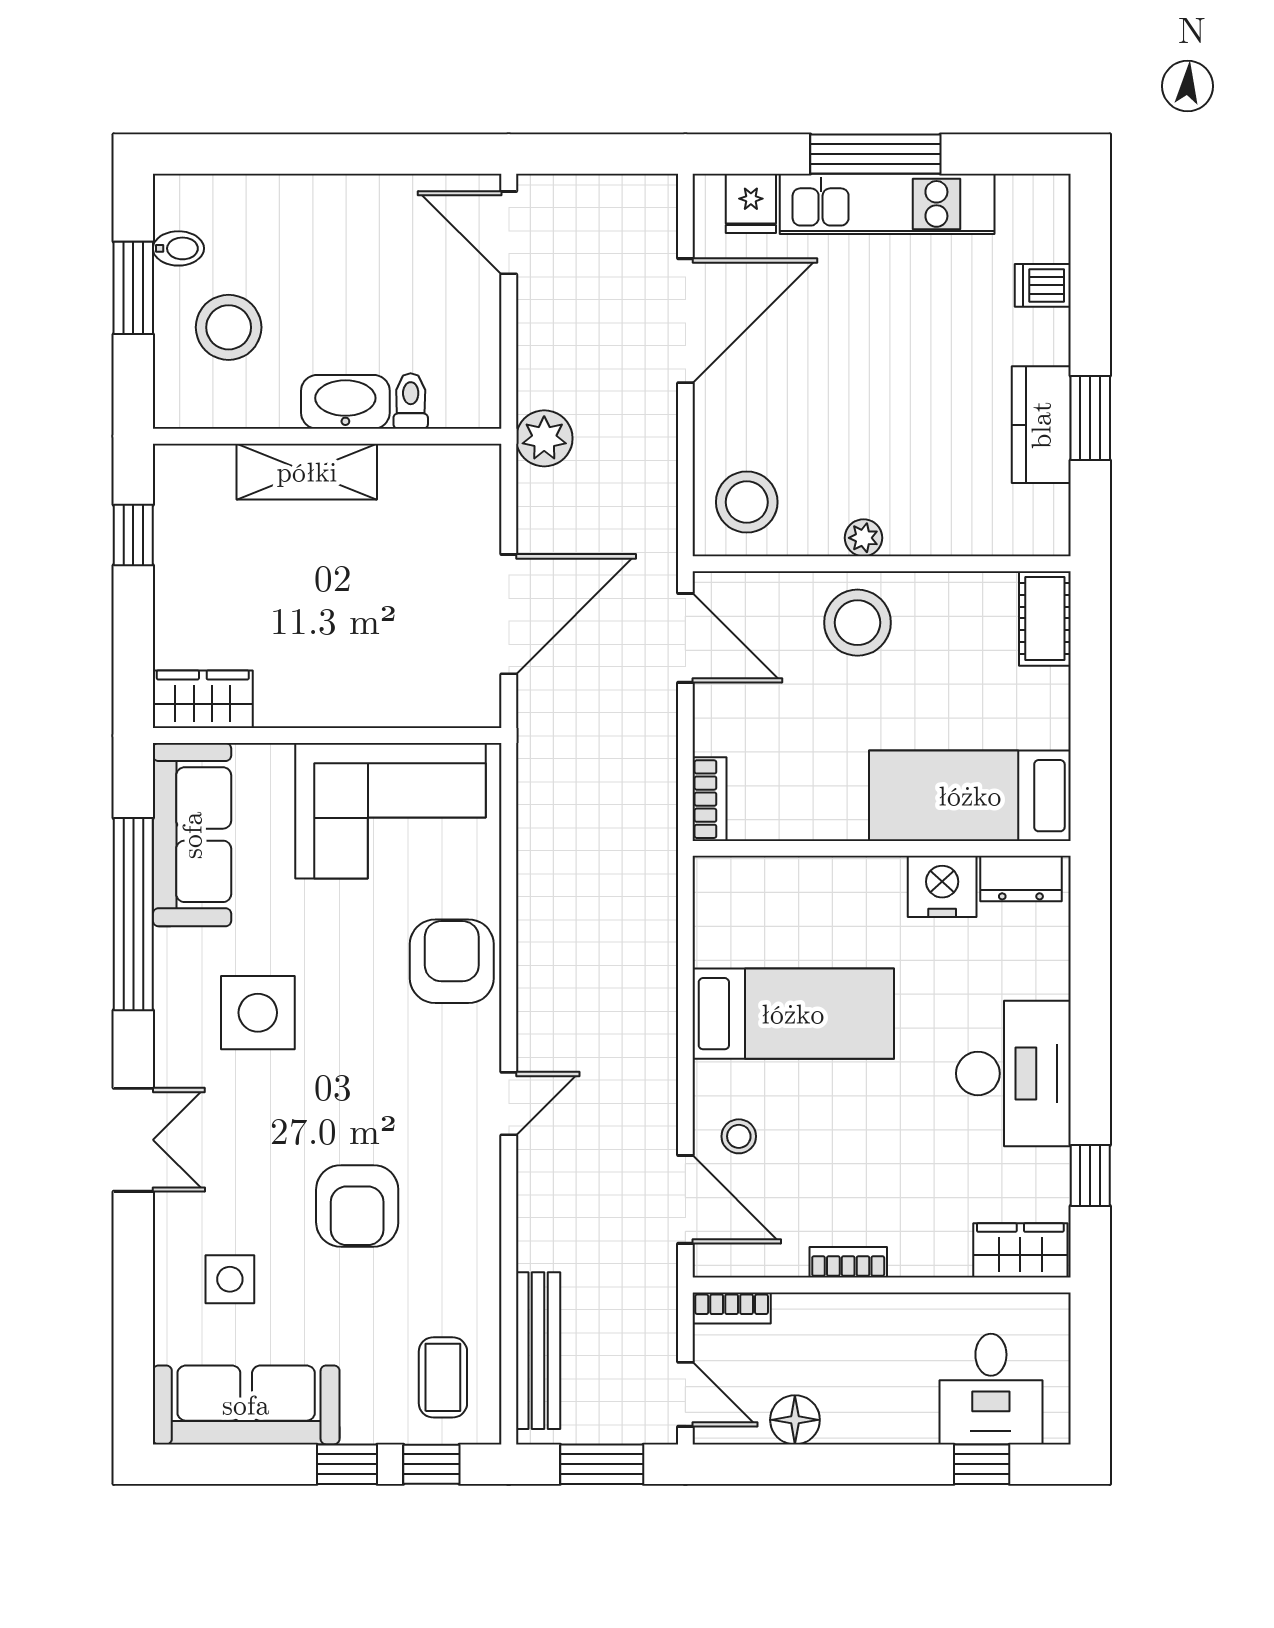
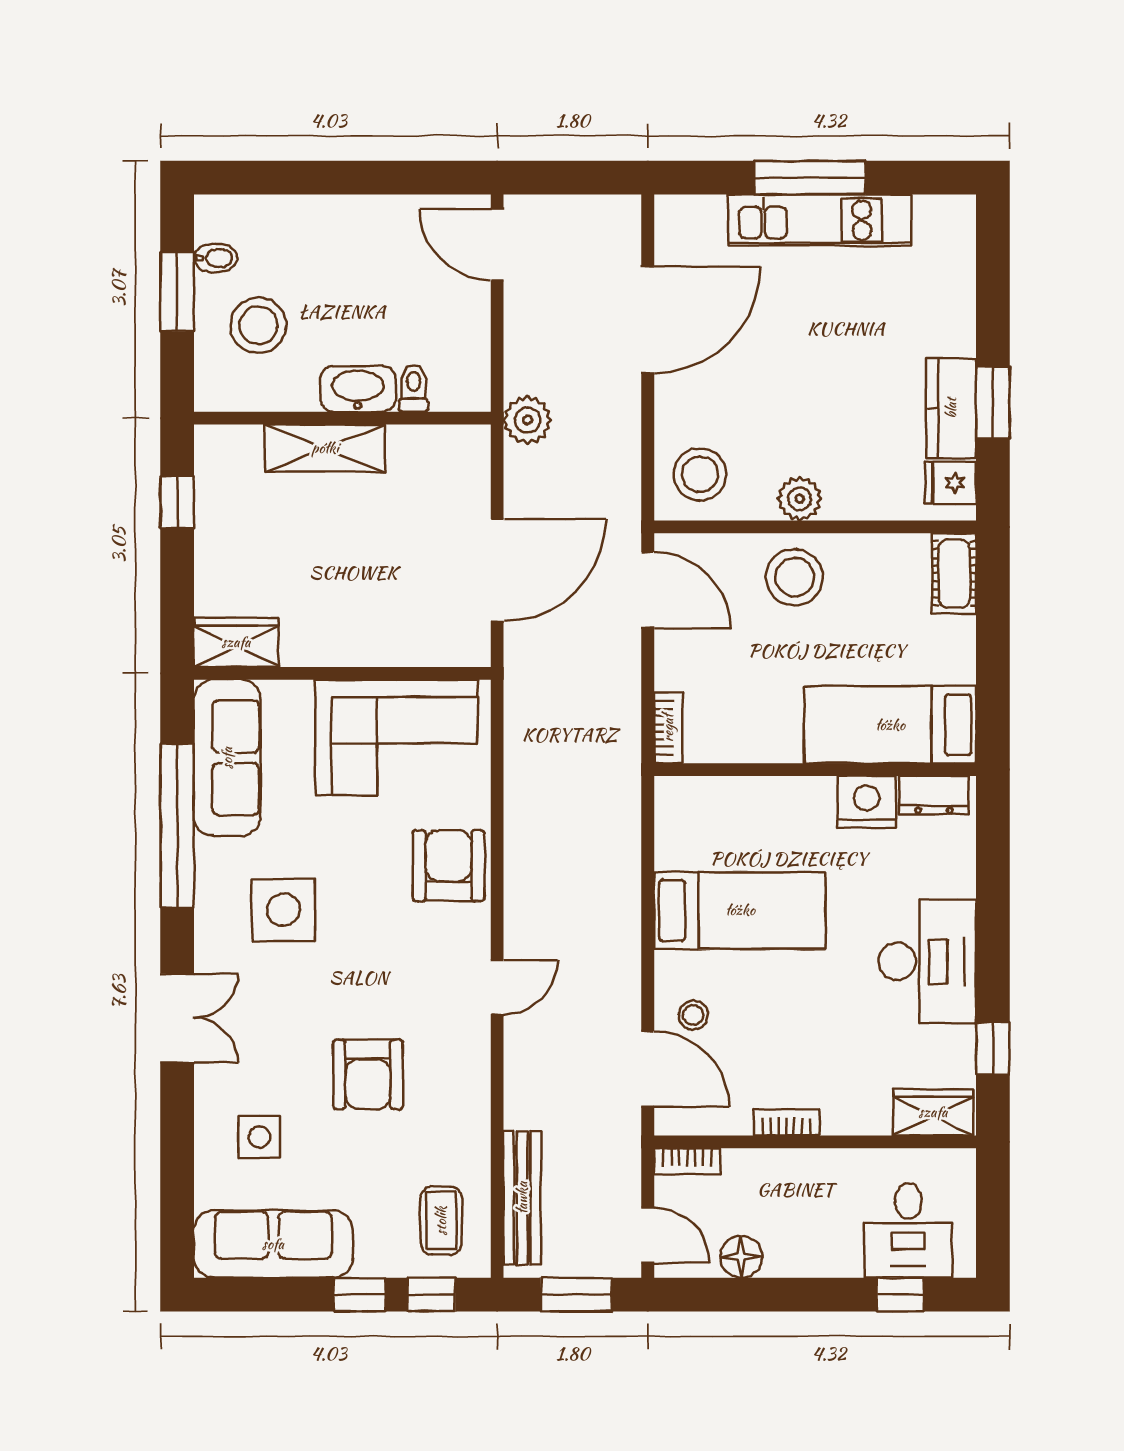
fridge: (751, 203) -> (951, 483), moved, turned 90
dishwasher: (1043, 285) -> (952, 290), removed
plant: (864, 538) -> (800, 499), width x1.38, depth x1.38

